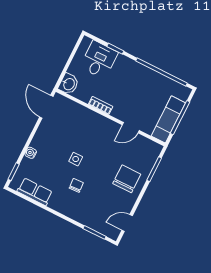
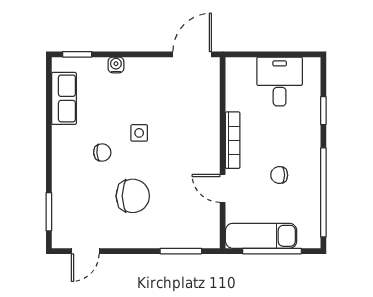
desk: (99, 60) -> (280, 81), moved, turned -90
washbasin: (69, 84) -> (240, 70), removed
chair: (139, 92) -> (279, 175), added
bookcase: (101, 105) -> (233, 140), width x1.56
chair: (127, 179) -> (133, 196), moved
door: (127, 223) -> (85, 251), swing flipped

